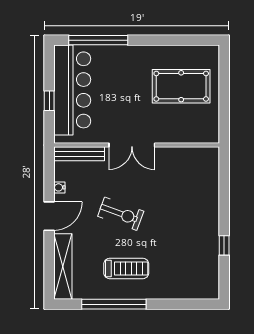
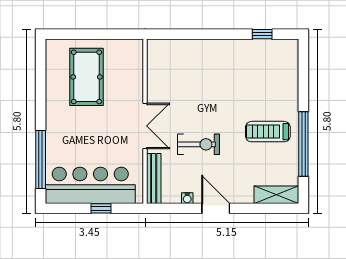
exercise bike: (121, 214) -> (198, 144), moved, turned 70
window: (224, 245) -> (262, 34), moved
shelving: (63, 267) -> (276, 195), width x0.68
treadmill: (126, 268) -> (268, 132), turned -90

